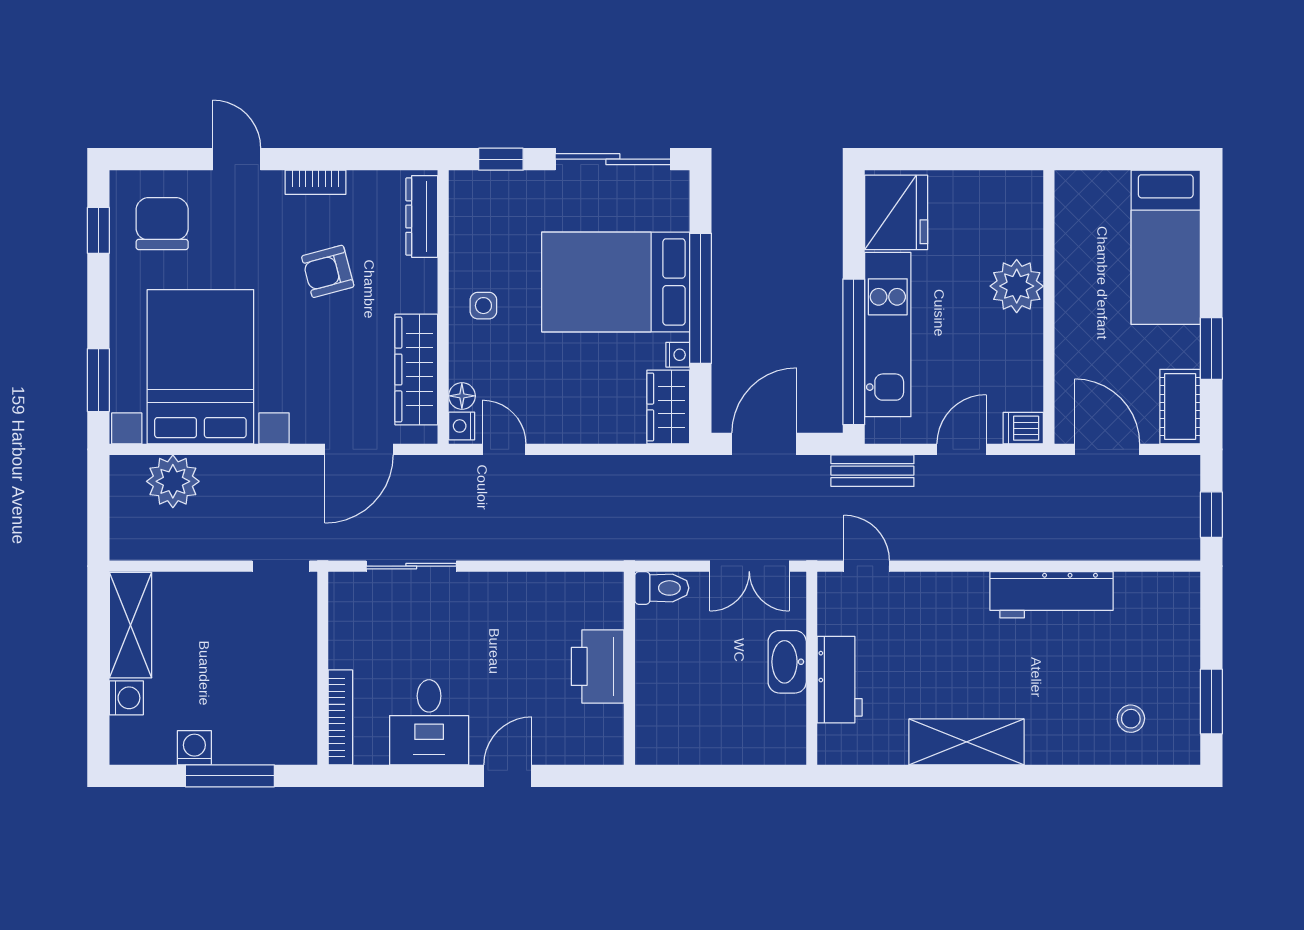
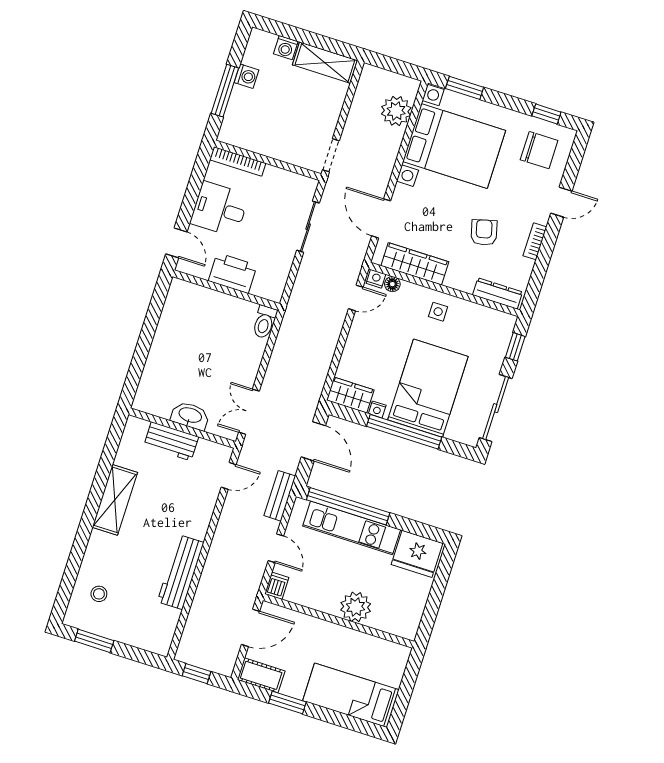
toilet: (662, 588) -> (264, 322), moved
printer: (598, 666) -> (233, 273), moved
wall: (629, 668) -> (226, 290), moved

